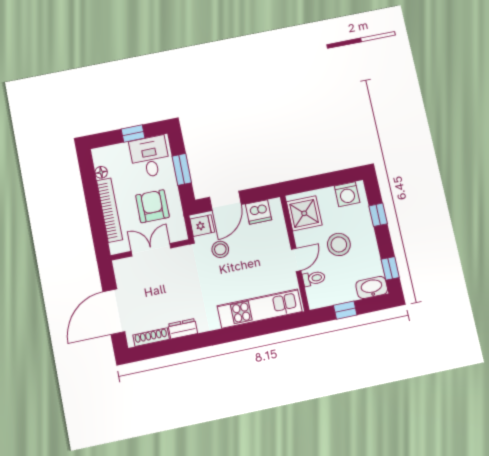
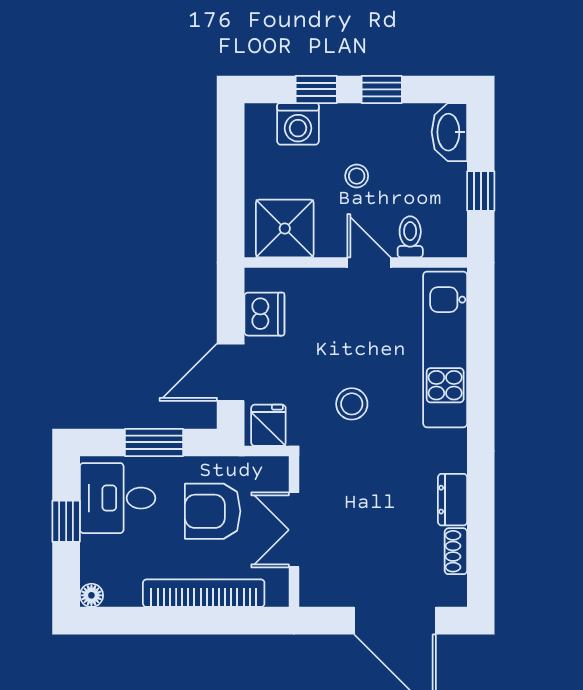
floor lamp: (101, 172) -> (91, 595), moved
washing machine: (347, 194) -> (298, 124), moved, turned 90
door: (225, 201) -> (231, 372), swing flipped
stool: (339, 244) -> (357, 176), width x0.53, depth x0.53
stool: (220, 249) -> (352, 404), moved
window: (390, 268) -> (382, 89), moved
shoe rack: (151, 337) -> (456, 551), width x0.70

